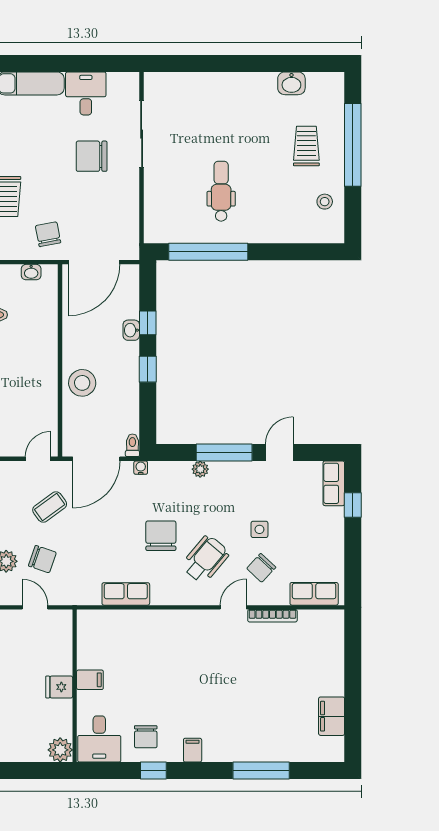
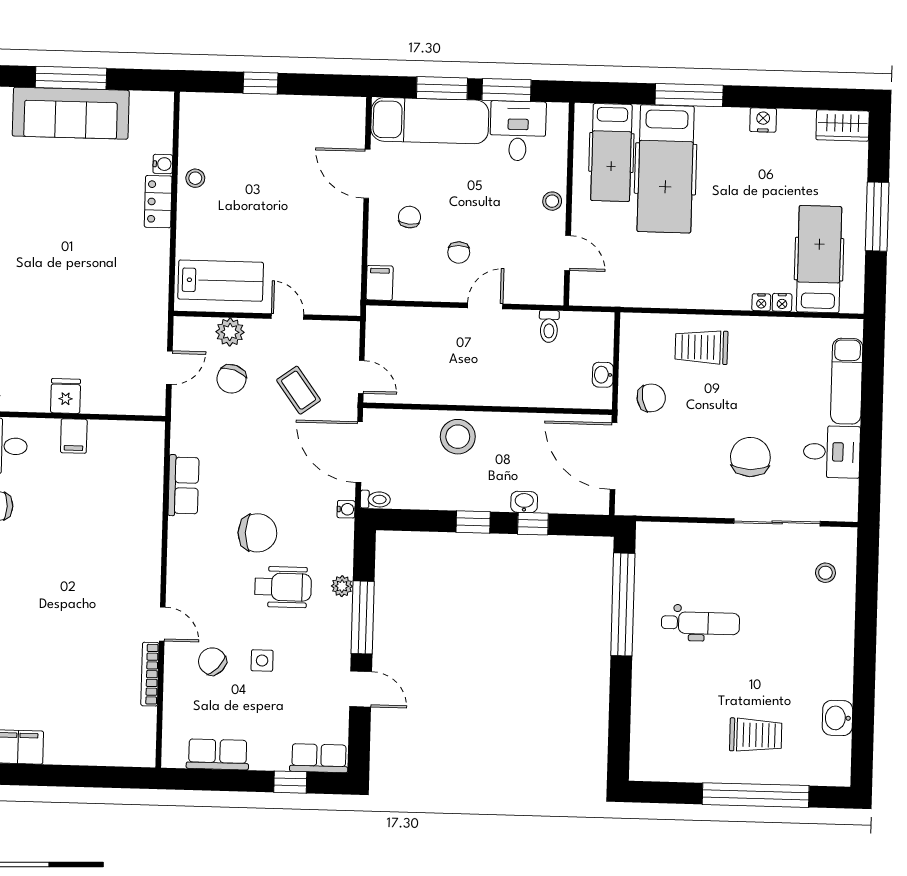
stool: (325, 202) -> (825, 573), moved
wheelchair: (205, 559) -> (283, 587), moved, turned -40
row of seats: (314, 594) -> (218, 754), moved, turned -90

